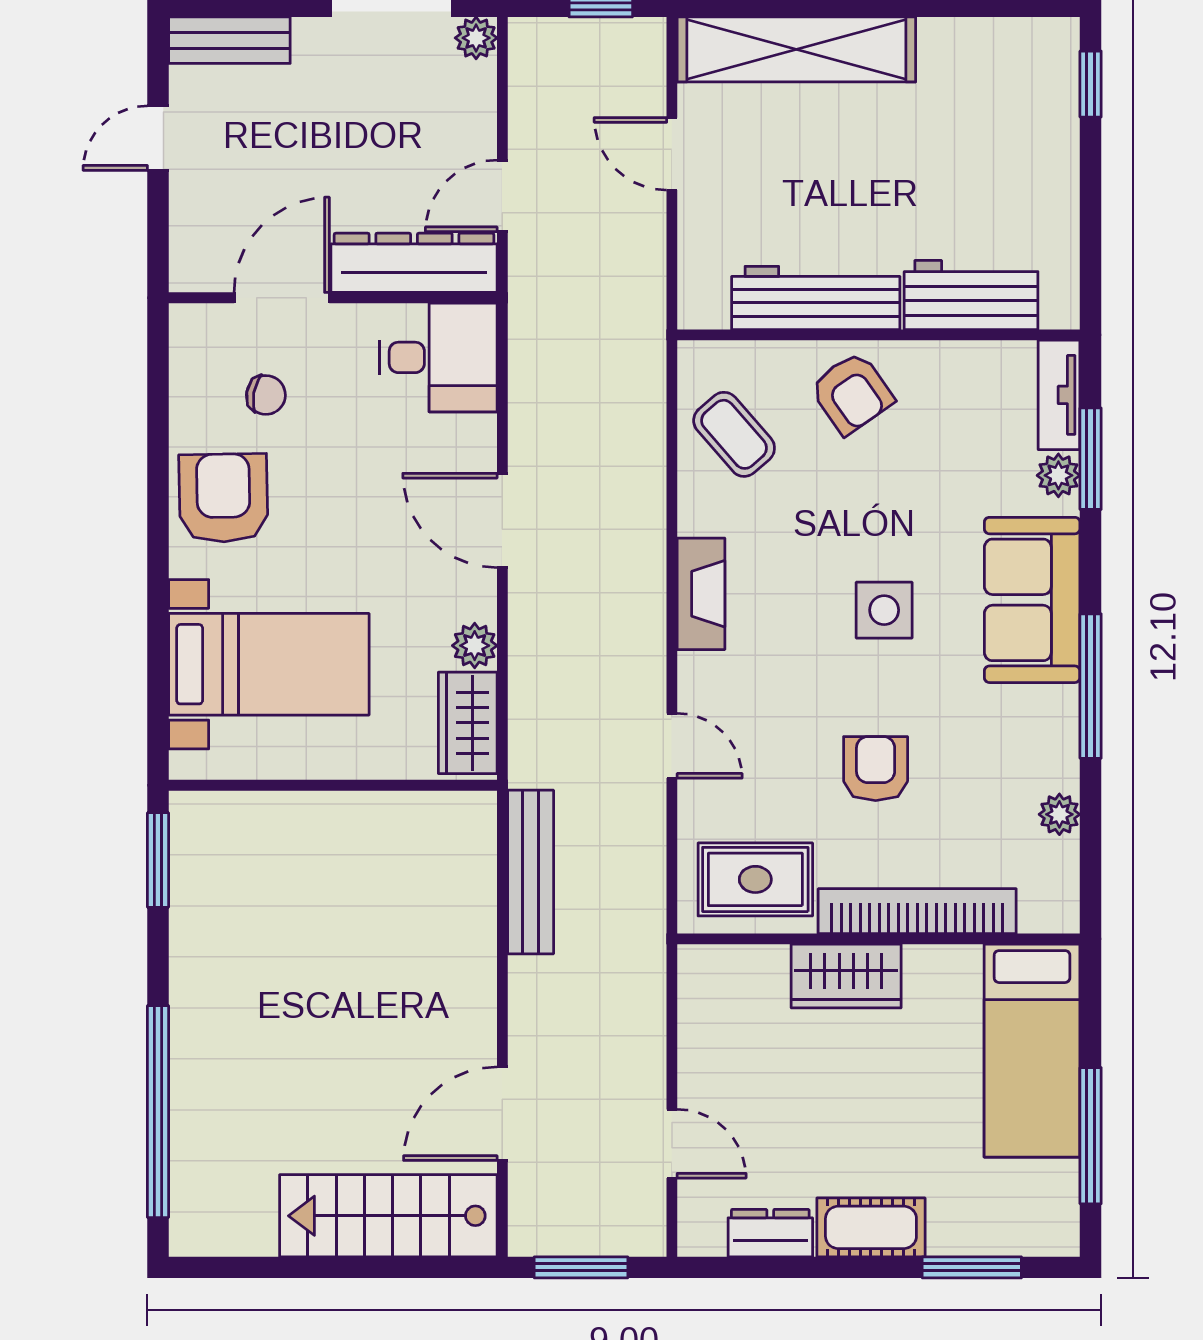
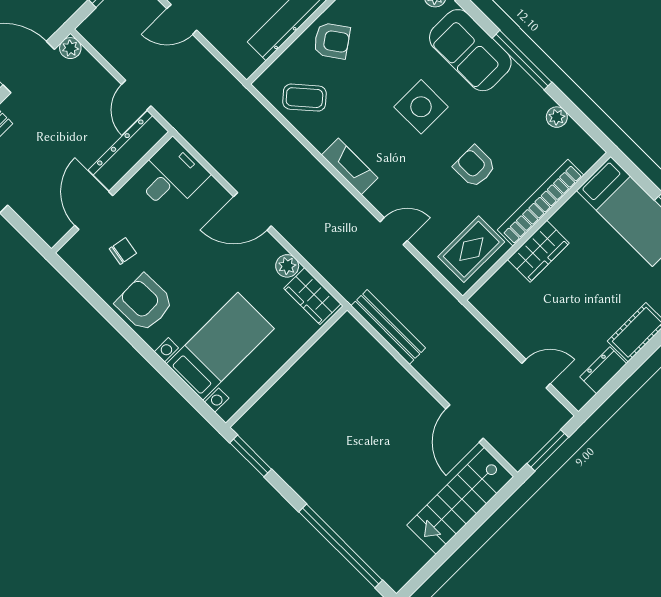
side table: (884, 610) -> (421, 107), width x1.37, depth x1.37

